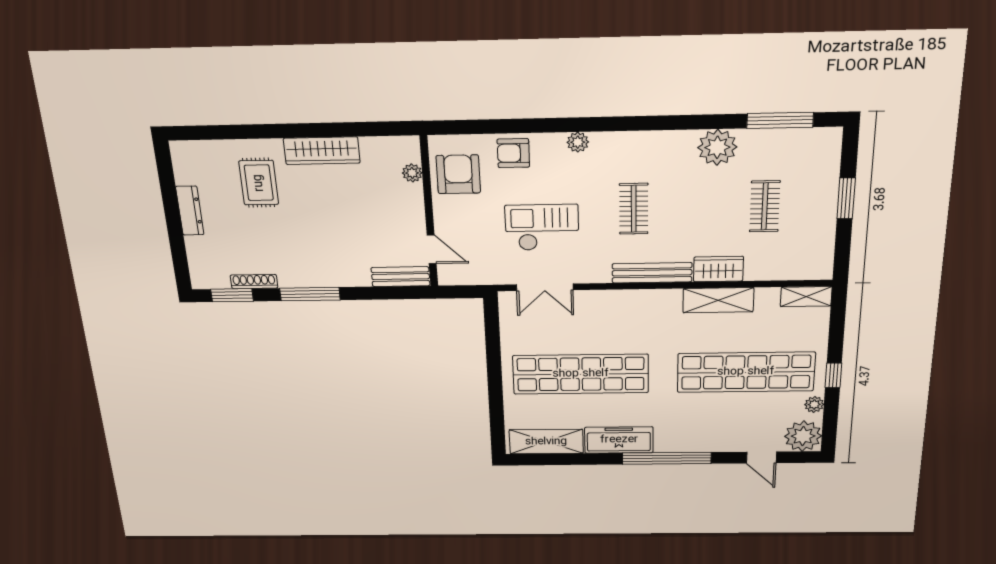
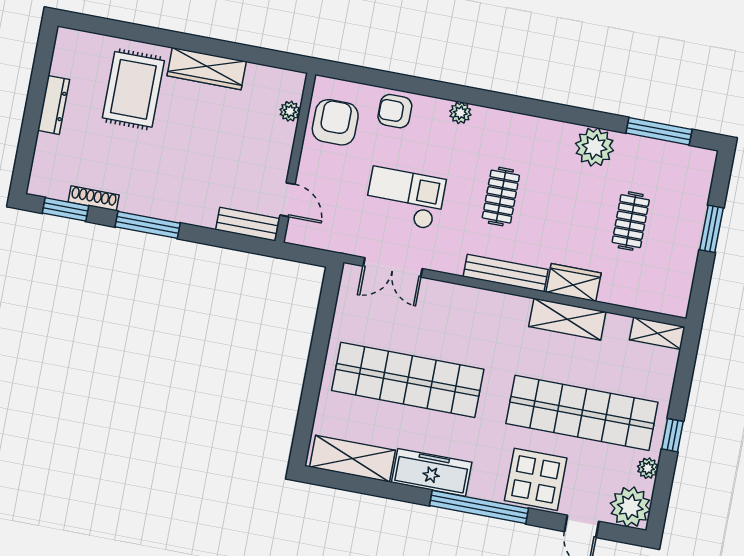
rug: (259, 183) -> (133, 89), width x1.36, depth x1.43
display table: (713, 430) -> (536, 479), added

